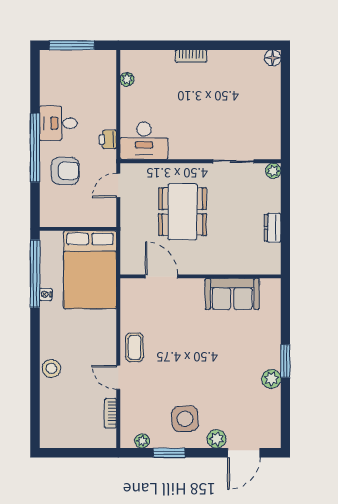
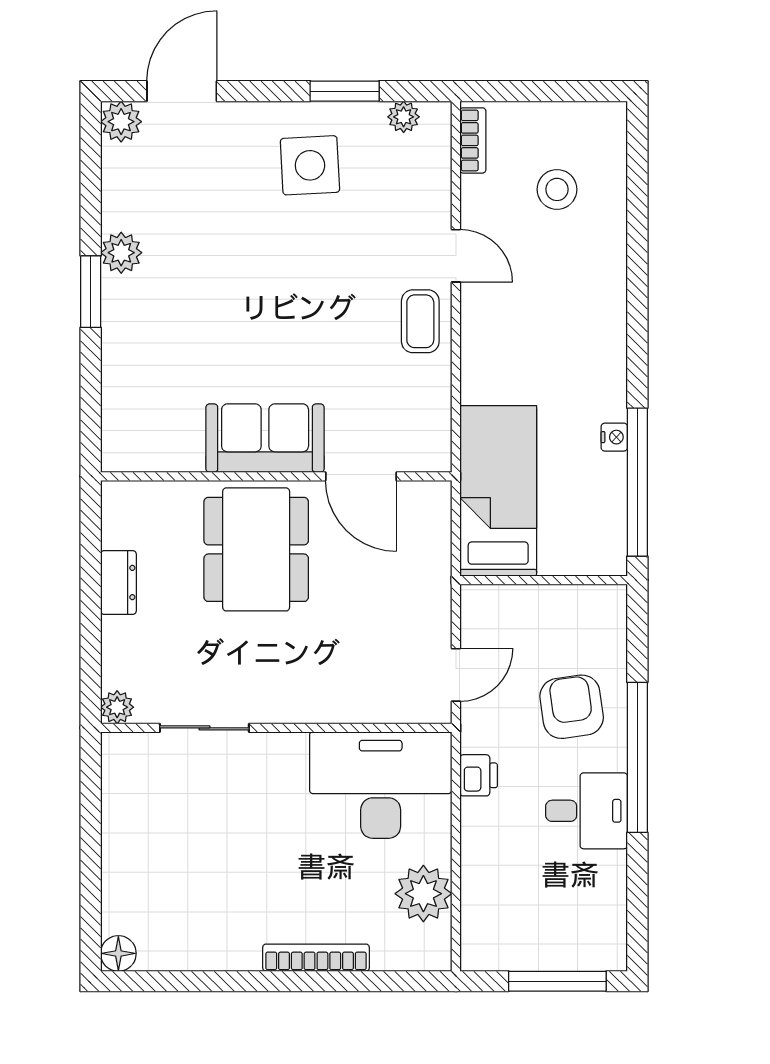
bookcase: (191, 56) -> (316, 958), width x1.56
plant: (127, 79) -> (423, 894), width x1.88, depth x1.88
desk: (144, 141) -> (381, 785), width x1.36, depth x1.30
armchair: (65, 171) -> (572, 707), turned 82
dining table: (182, 212) -> (256, 549), moved
bed: (90, 270) -> (498, 491), width x0.67
sofa: (232, 294) -> (265, 438), moved
stool: (51, 368) -> (557, 189), moved
bookcase: (110, 413) -> (473, 140), moved
plant: (217, 439) -> (121, 122), moved

